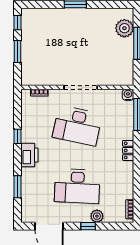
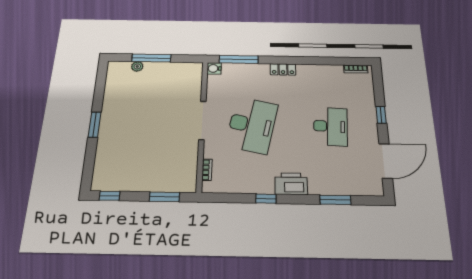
plant: (124, 28) -> (137, 66), width x0.53, depth x0.53
window: (18, 51) -> (164, 197), moved
desk: (77, 186) -> (330, 126), width x0.73, depth x0.77
plant: (97, 216) -> (367, 105), removed

